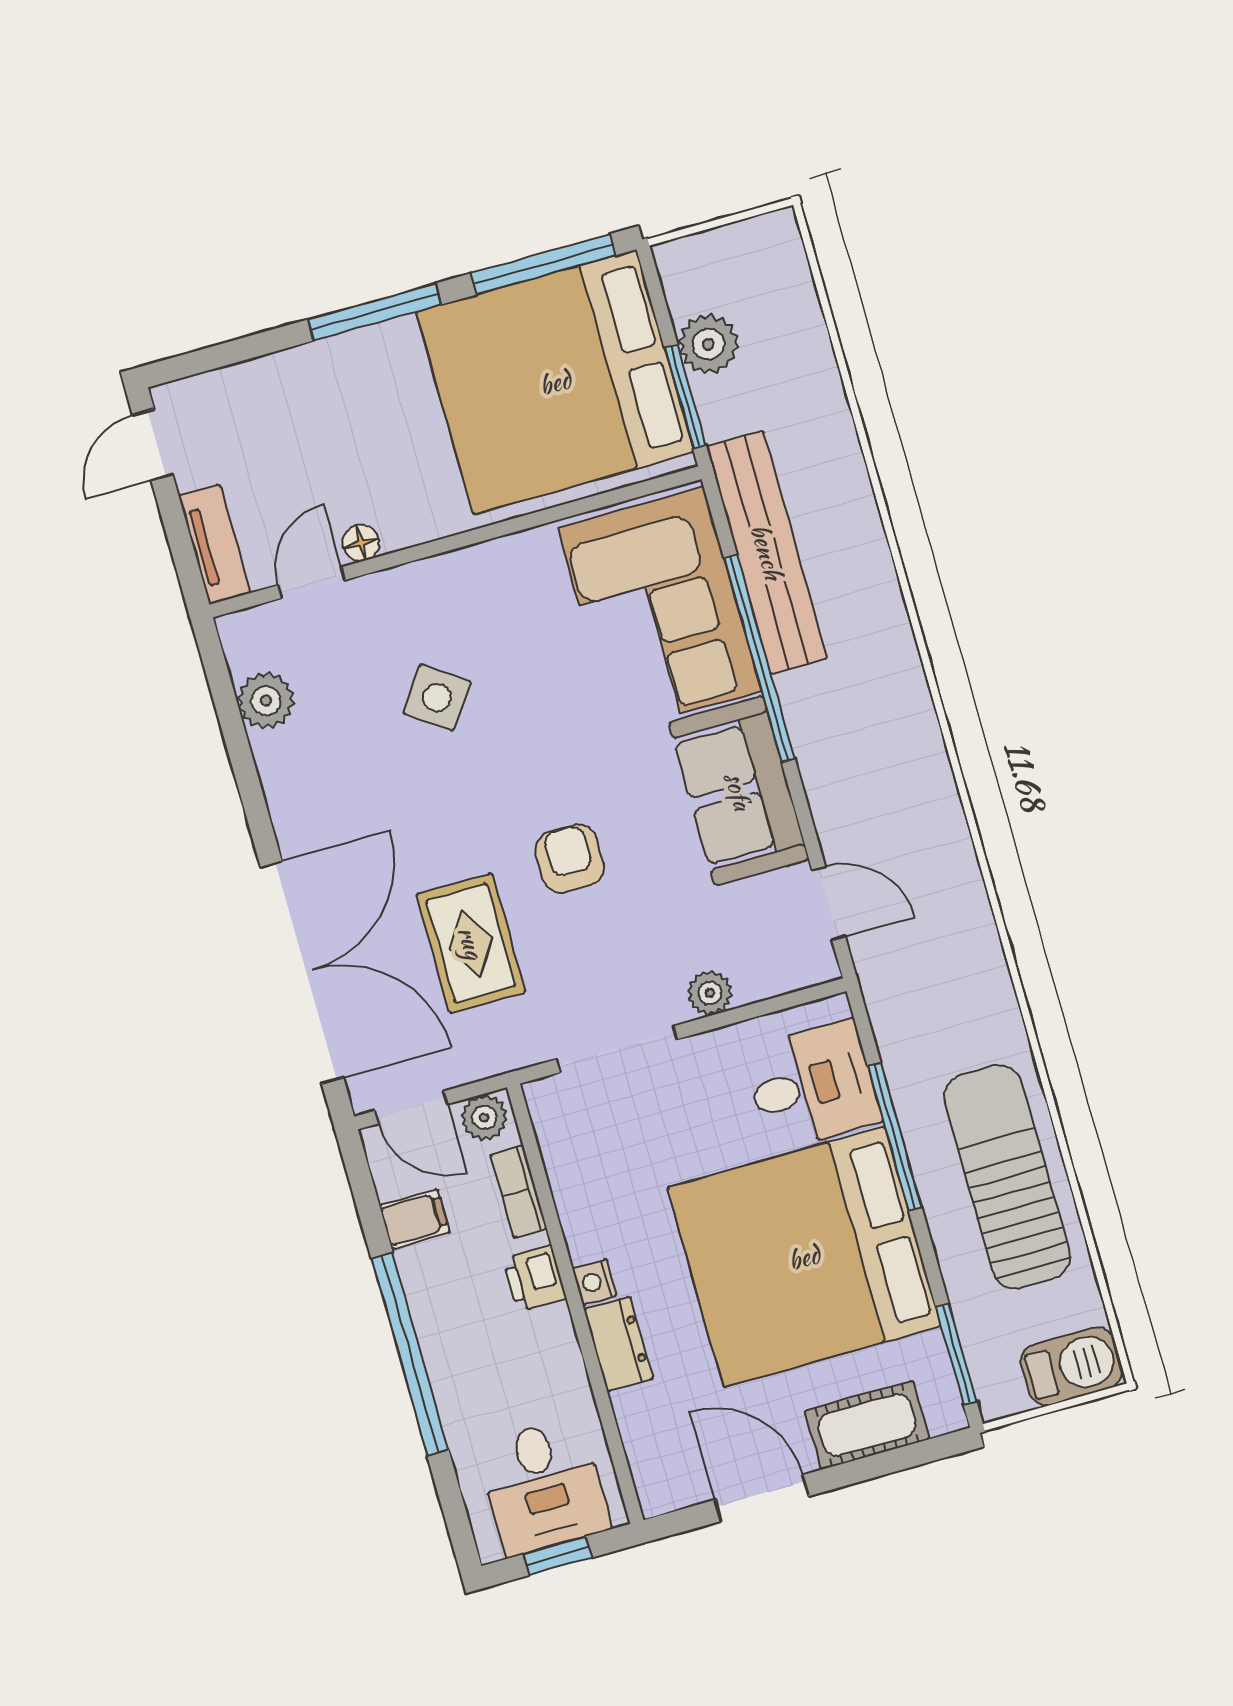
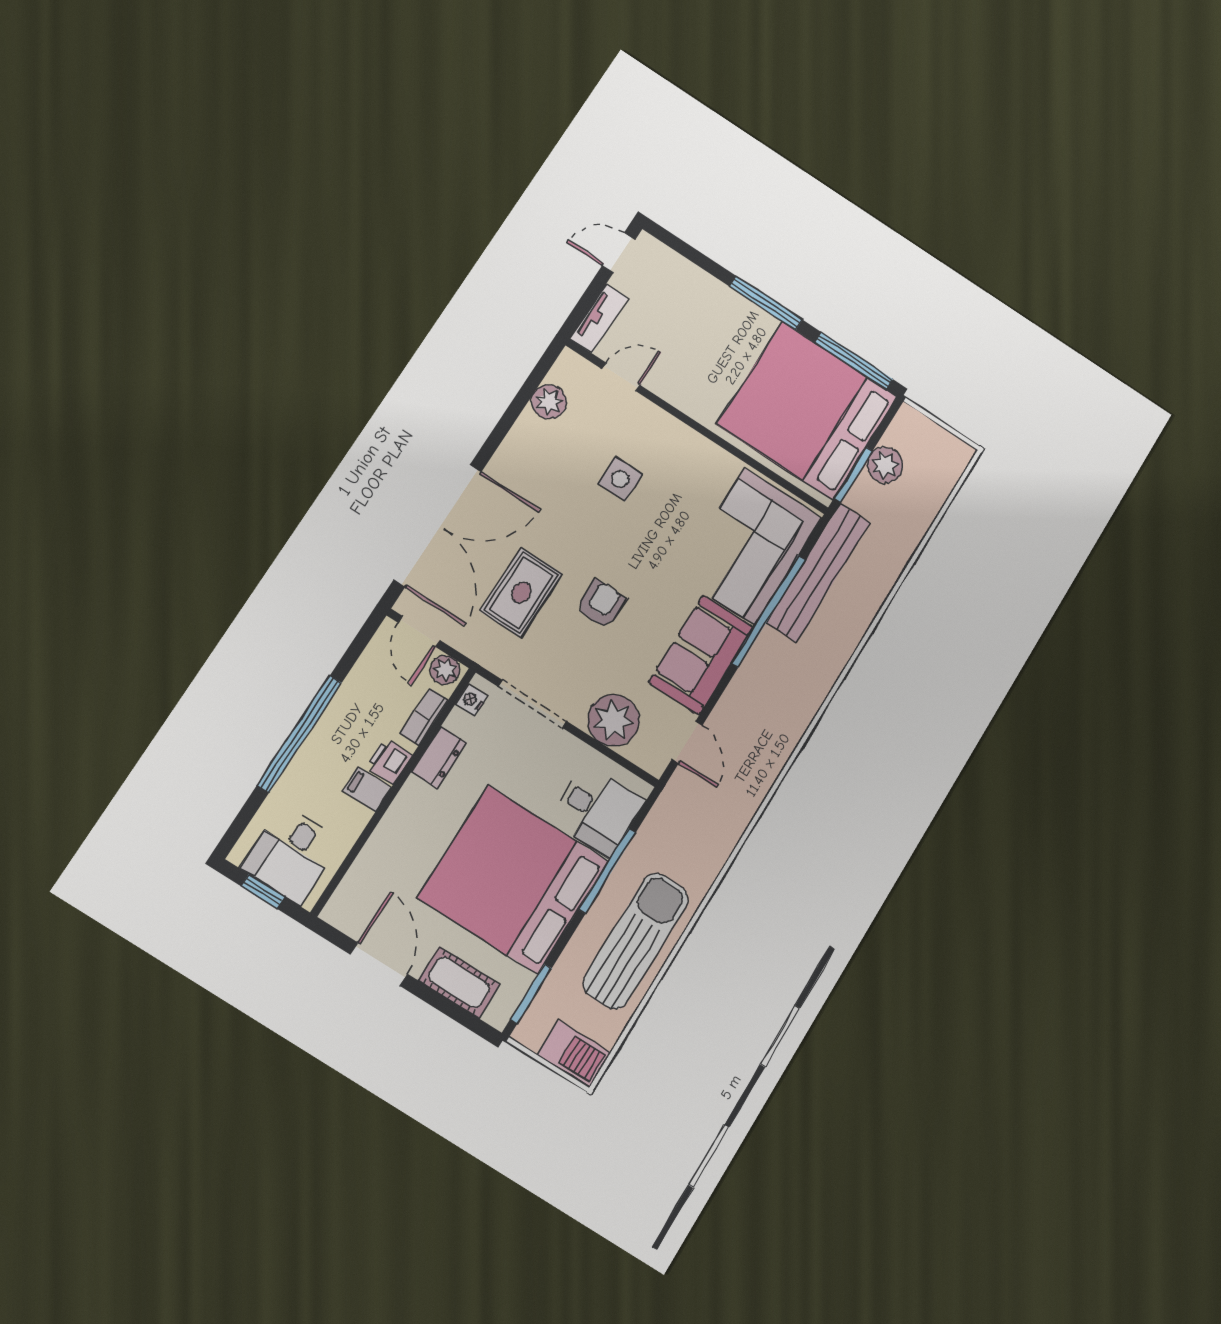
floor lamp: (361, 543) -> (659, 384), removed
side table: (437, 697) -> (620, 479), turned -36
plant: (710, 993) -> (614, 720), width x1.87, depth x1.87
filing cabinet: (415, 1219) -> (367, 789), moved, turned 180
nightstand: (594, 1282) -> (472, 700), moved
dresser: (618, 1344) -> (439, 757), moved

